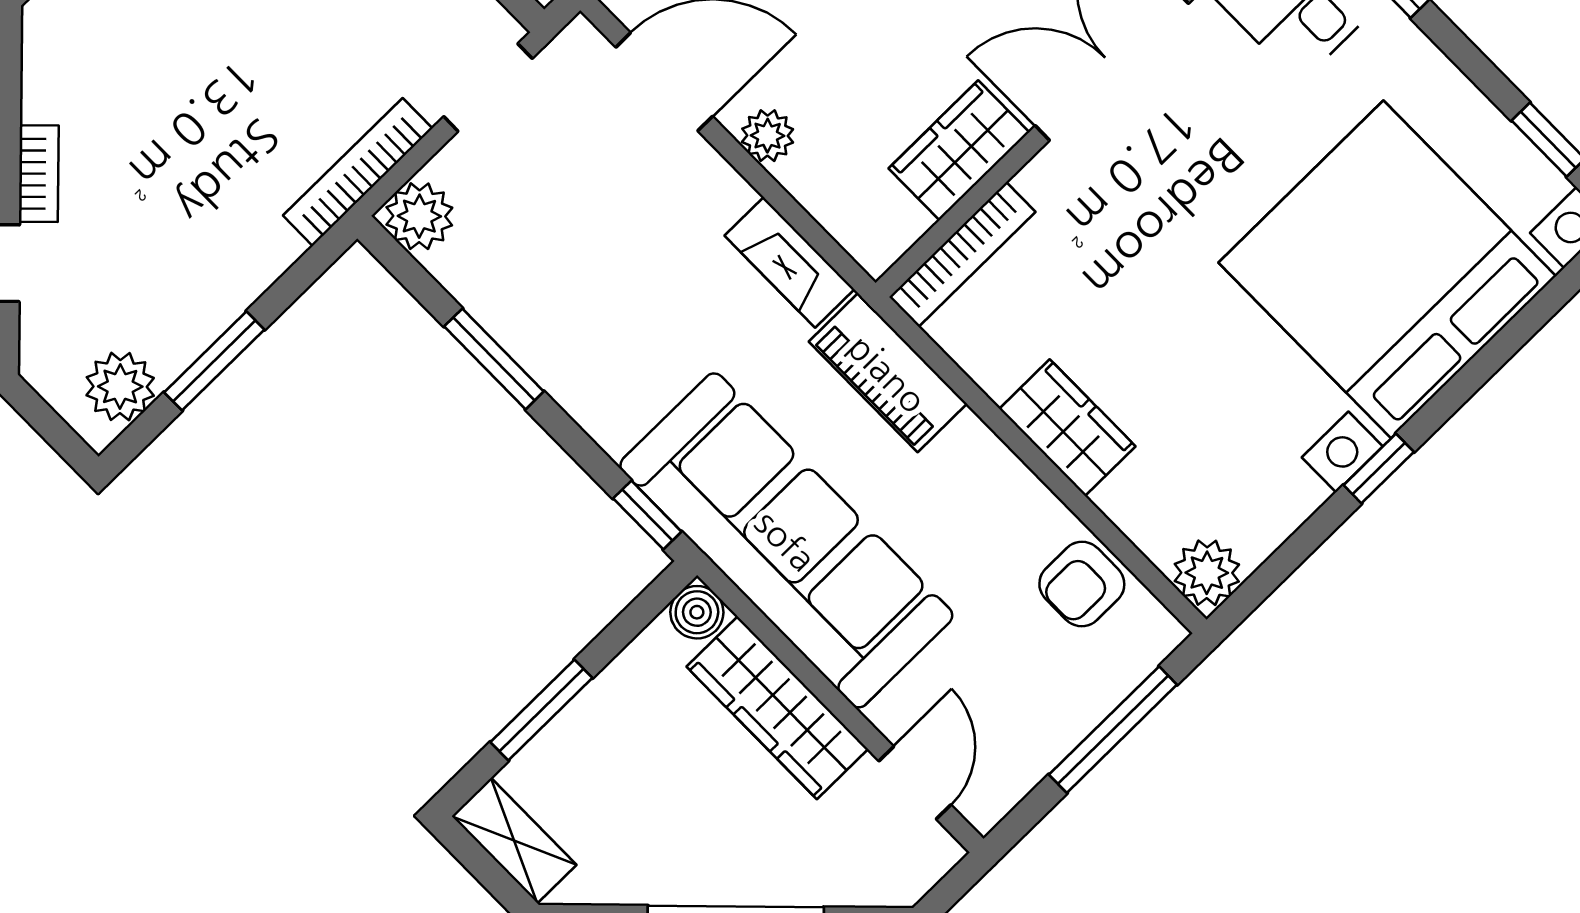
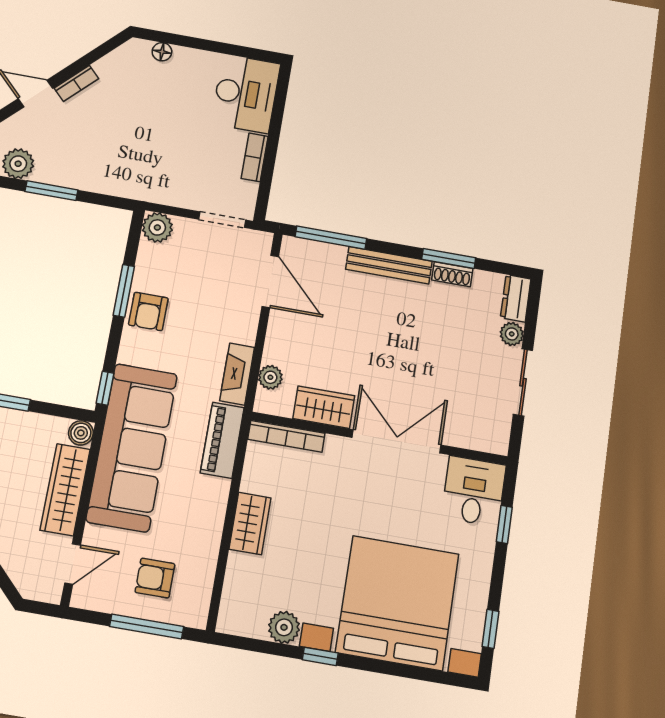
plant: (768, 136) -> (270, 377), moved
bookcase: (358, 172) -> (158, 194), removed
armchair: (563, 341) -> (148, 311), added
plant: (1207, 573) -> (284, 627), moved
armchair: (1082, 584) -> (155, 578), moved

